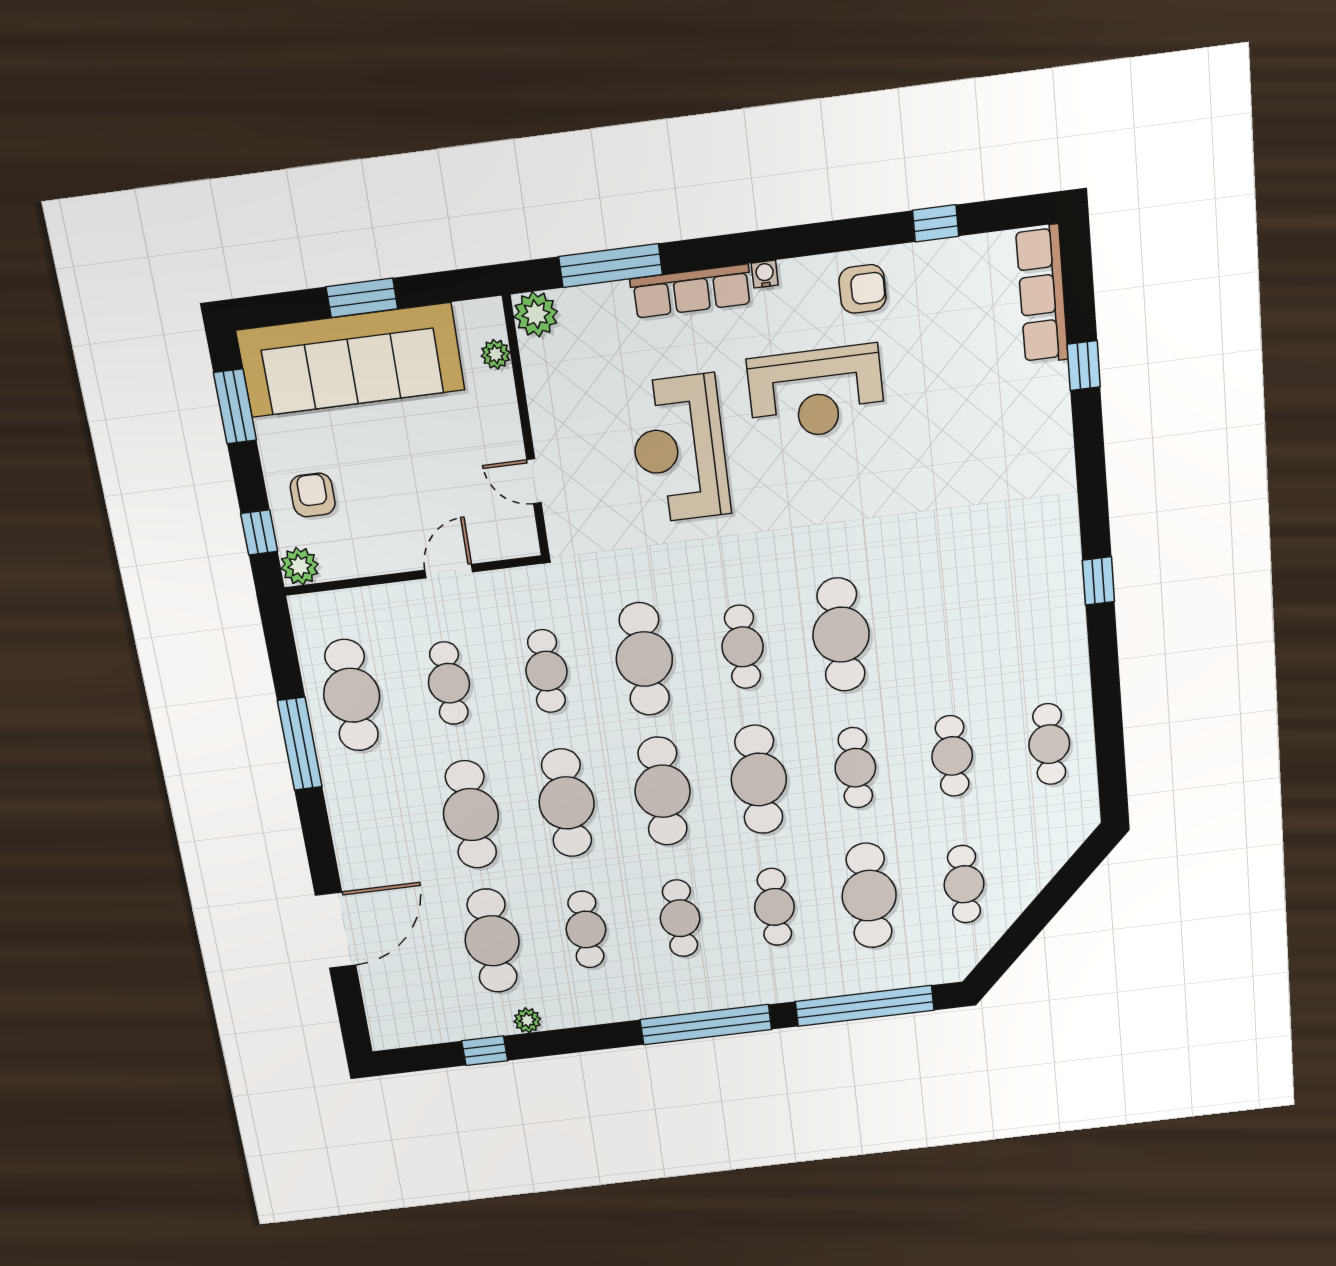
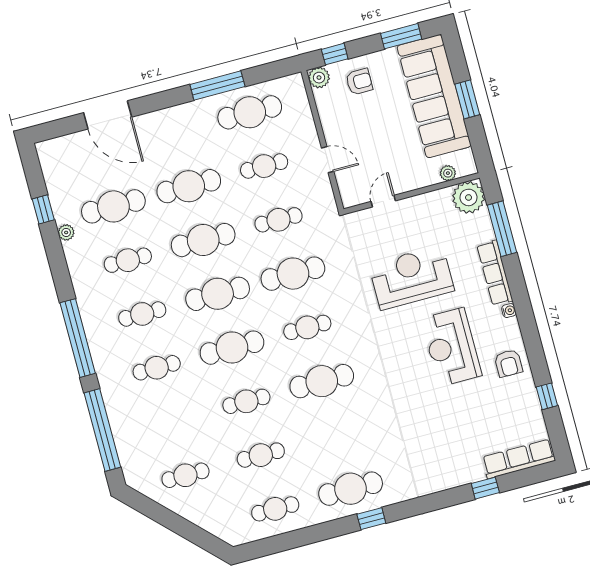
plant: (536, 314) -> (469, 197), width x1.36, depth x1.36
cafe table: (869, 896) -> (351, 489), moved

